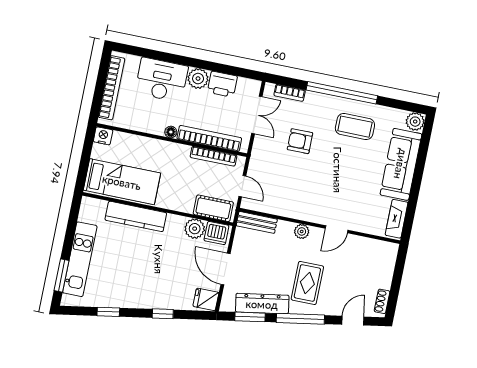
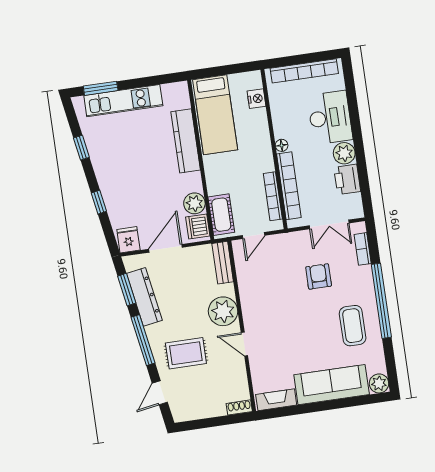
nightstand: (103, 136) -> (256, 99), moved
plant: (302, 231) -> (223, 311), width x1.88, depth x1.88
rug: (307, 283) -> (186, 353), moved
shoe rack: (382, 301) -> (239, 407), moved
door: (353, 321) -> (160, 393), swing flipped

